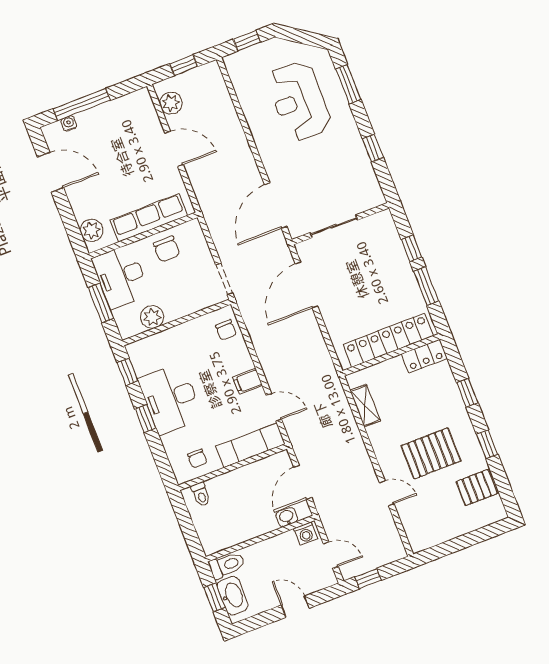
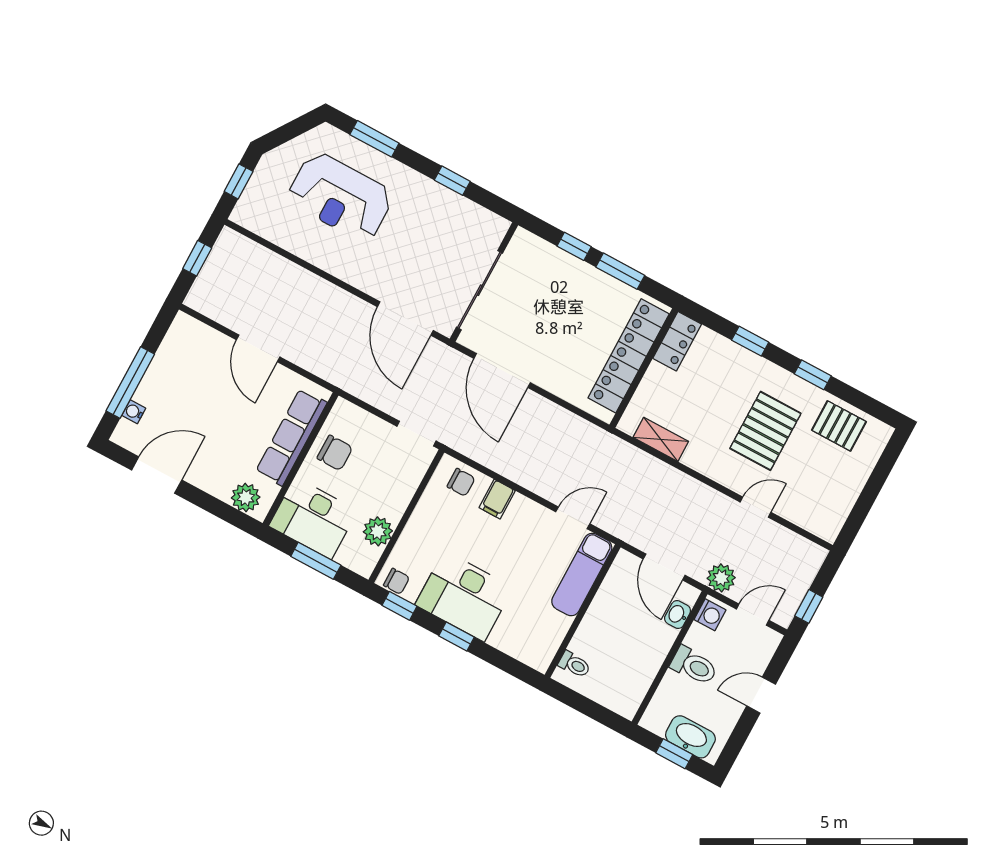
plant: (171, 103) -> (721, 578), moved
door: (174, 149) -> (258, 348), swing flipped
sliding door: (334, 226) -> (480, 290), width x1.37
filing cabinet: (248, 381) -> (497, 499), moved
chair: (197, 458) -> (396, 581), moved
pallet: (477, 488) -> (839, 426), turned 90
toilet: (227, 565) -> (694, 666), moved, turned 90

